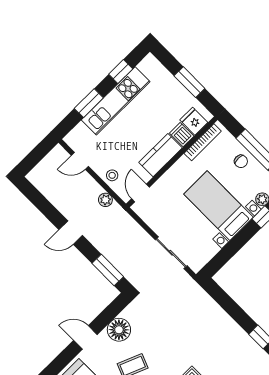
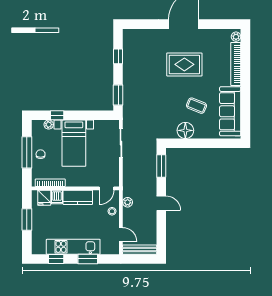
bench: (46, 164) -> (140, 250), added
window: (222, 298) -> (118, 95), added
door: (85, 337) -> (206, 143), removed

